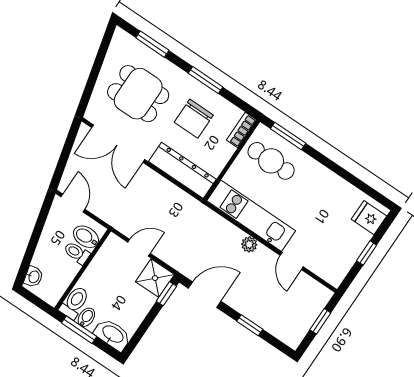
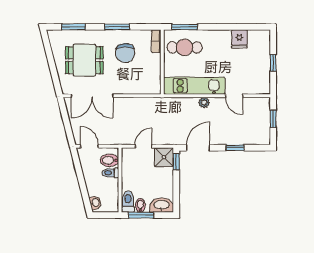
dresser: (182, 170) -> (138, 86), removed
fridge: (369, 218) -> (239, 39), moved, turned -90

